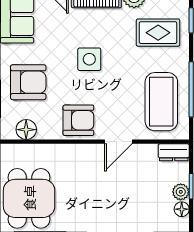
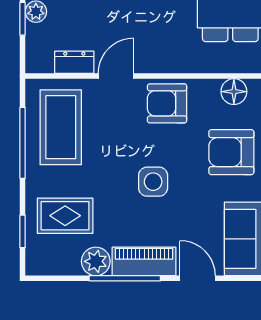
dresser: (174, 152) -> (74, 62), moved

